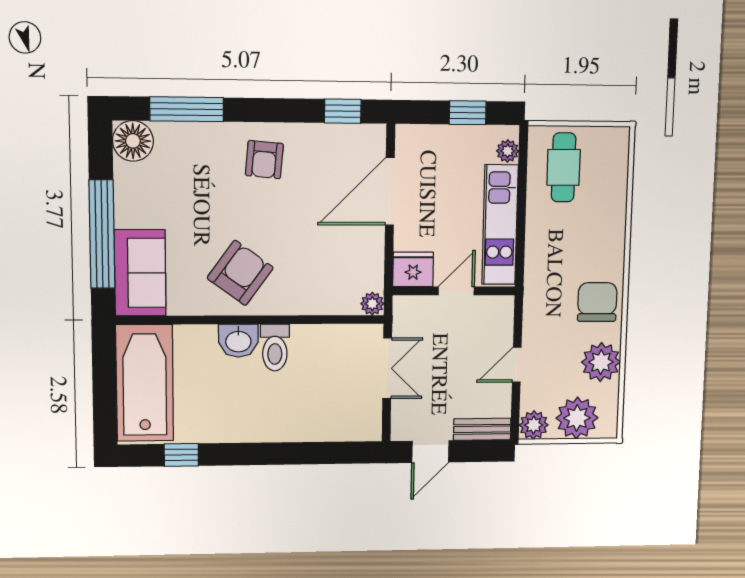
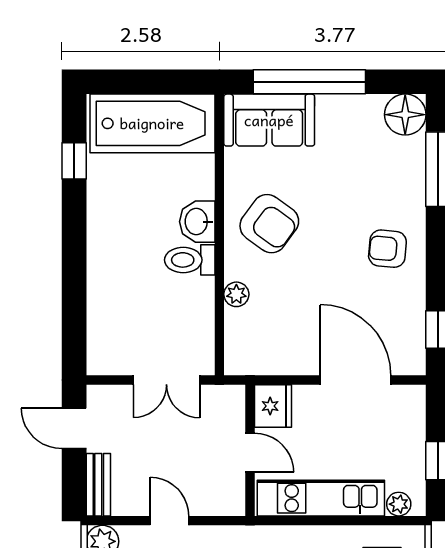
plant: (372, 304) -> (236, 294), moved

